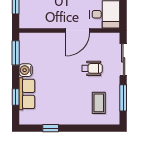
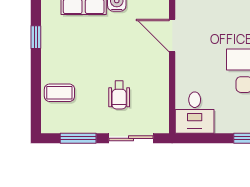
door: (78, 30) -> (172, 36), moved
coffee table: (99, 103) -> (59, 93), moved

